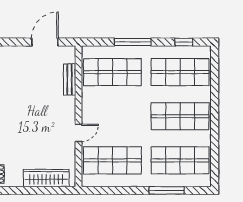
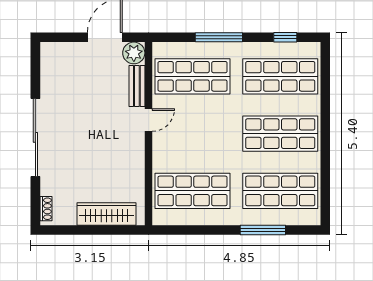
plant: (67, 54) -> (134, 53), added
door: (78, 133) -> (149, 120), moved

